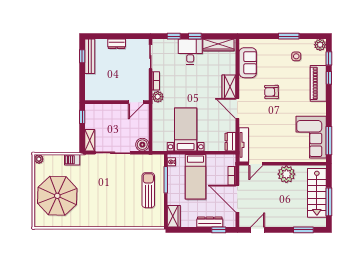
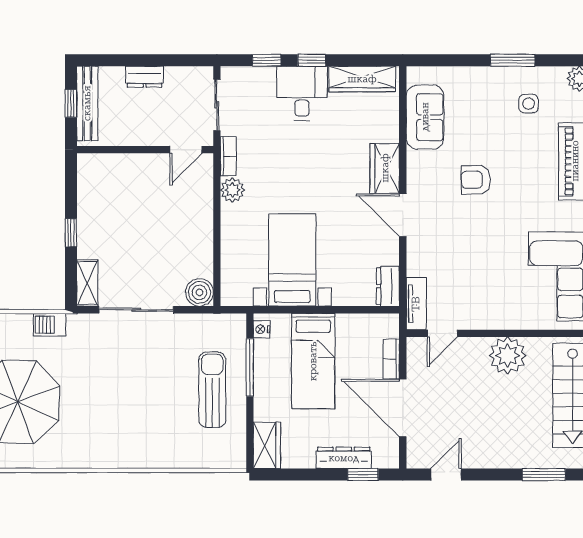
wall: (117, 102) -> (145, 150), moved
door: (136, 102) -> (186, 150), moved
tv unit: (244, 145) -> (416, 304), width x0.71

